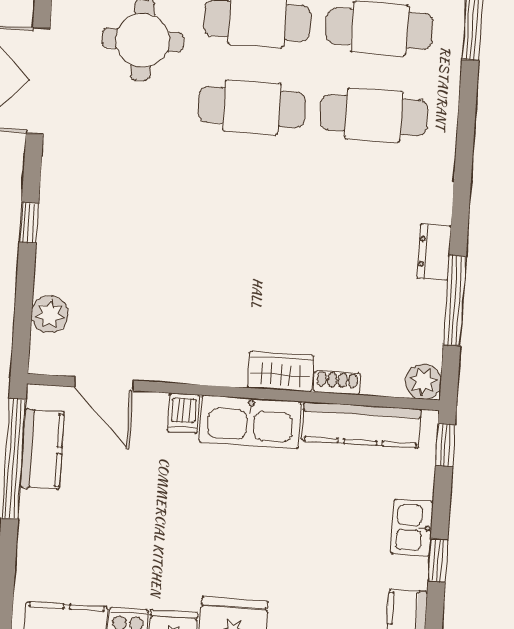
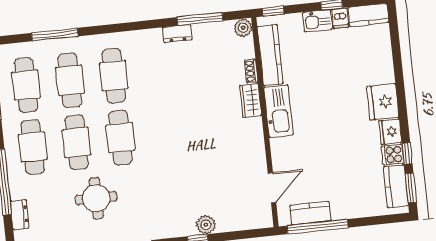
plant: (50, 314) -> (206, 225), moved
dishwasher: (183, 413) -> (340, 18), moved, turned 90

